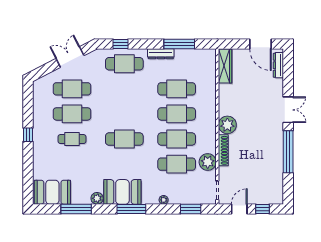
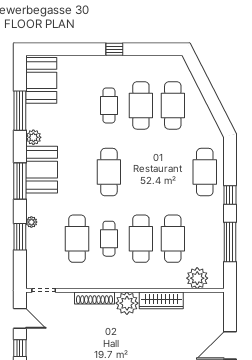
window: (121, 44) -> (230, 195), moved
dresser: (161, 54) -> (218, 218), removed
double door: (70, 57) -> (213, 103), removed
wardrobe: (225, 66) -> (161, 300), moved
cafe table: (177, 139) -> (109, 239), width x0.73, depth x0.74
plant: (208, 162) -> (197, 278), moved
window: (191, 209) -> (20, 237), moved

